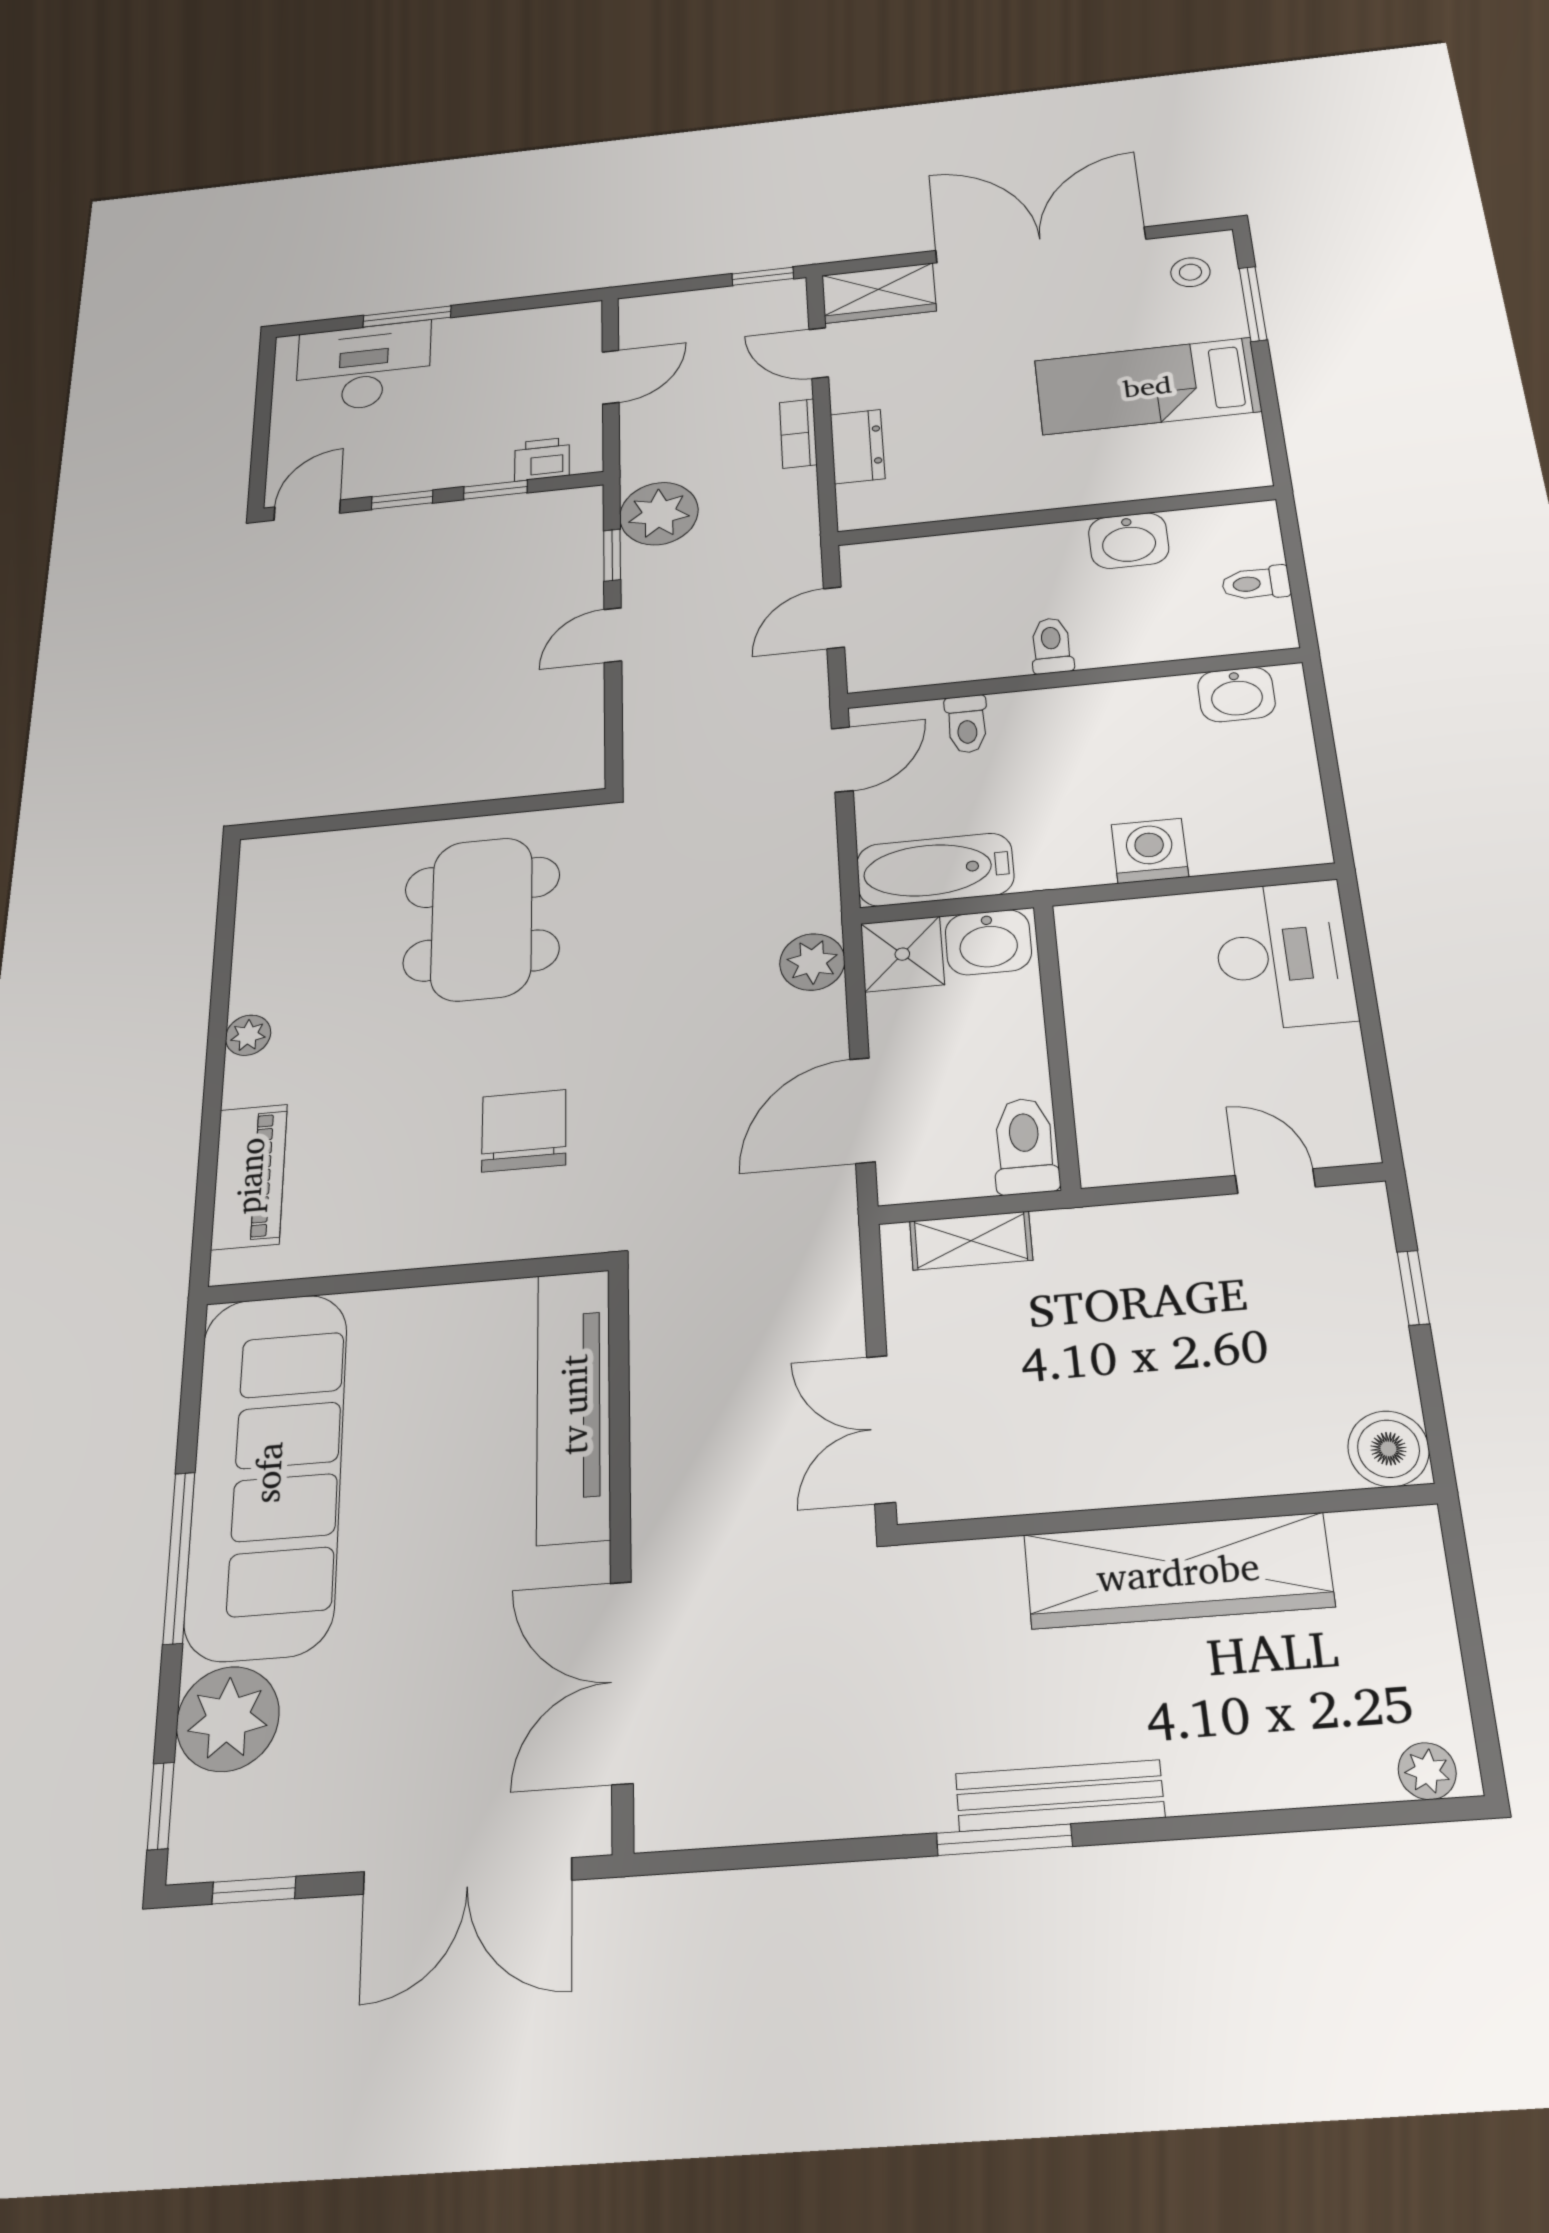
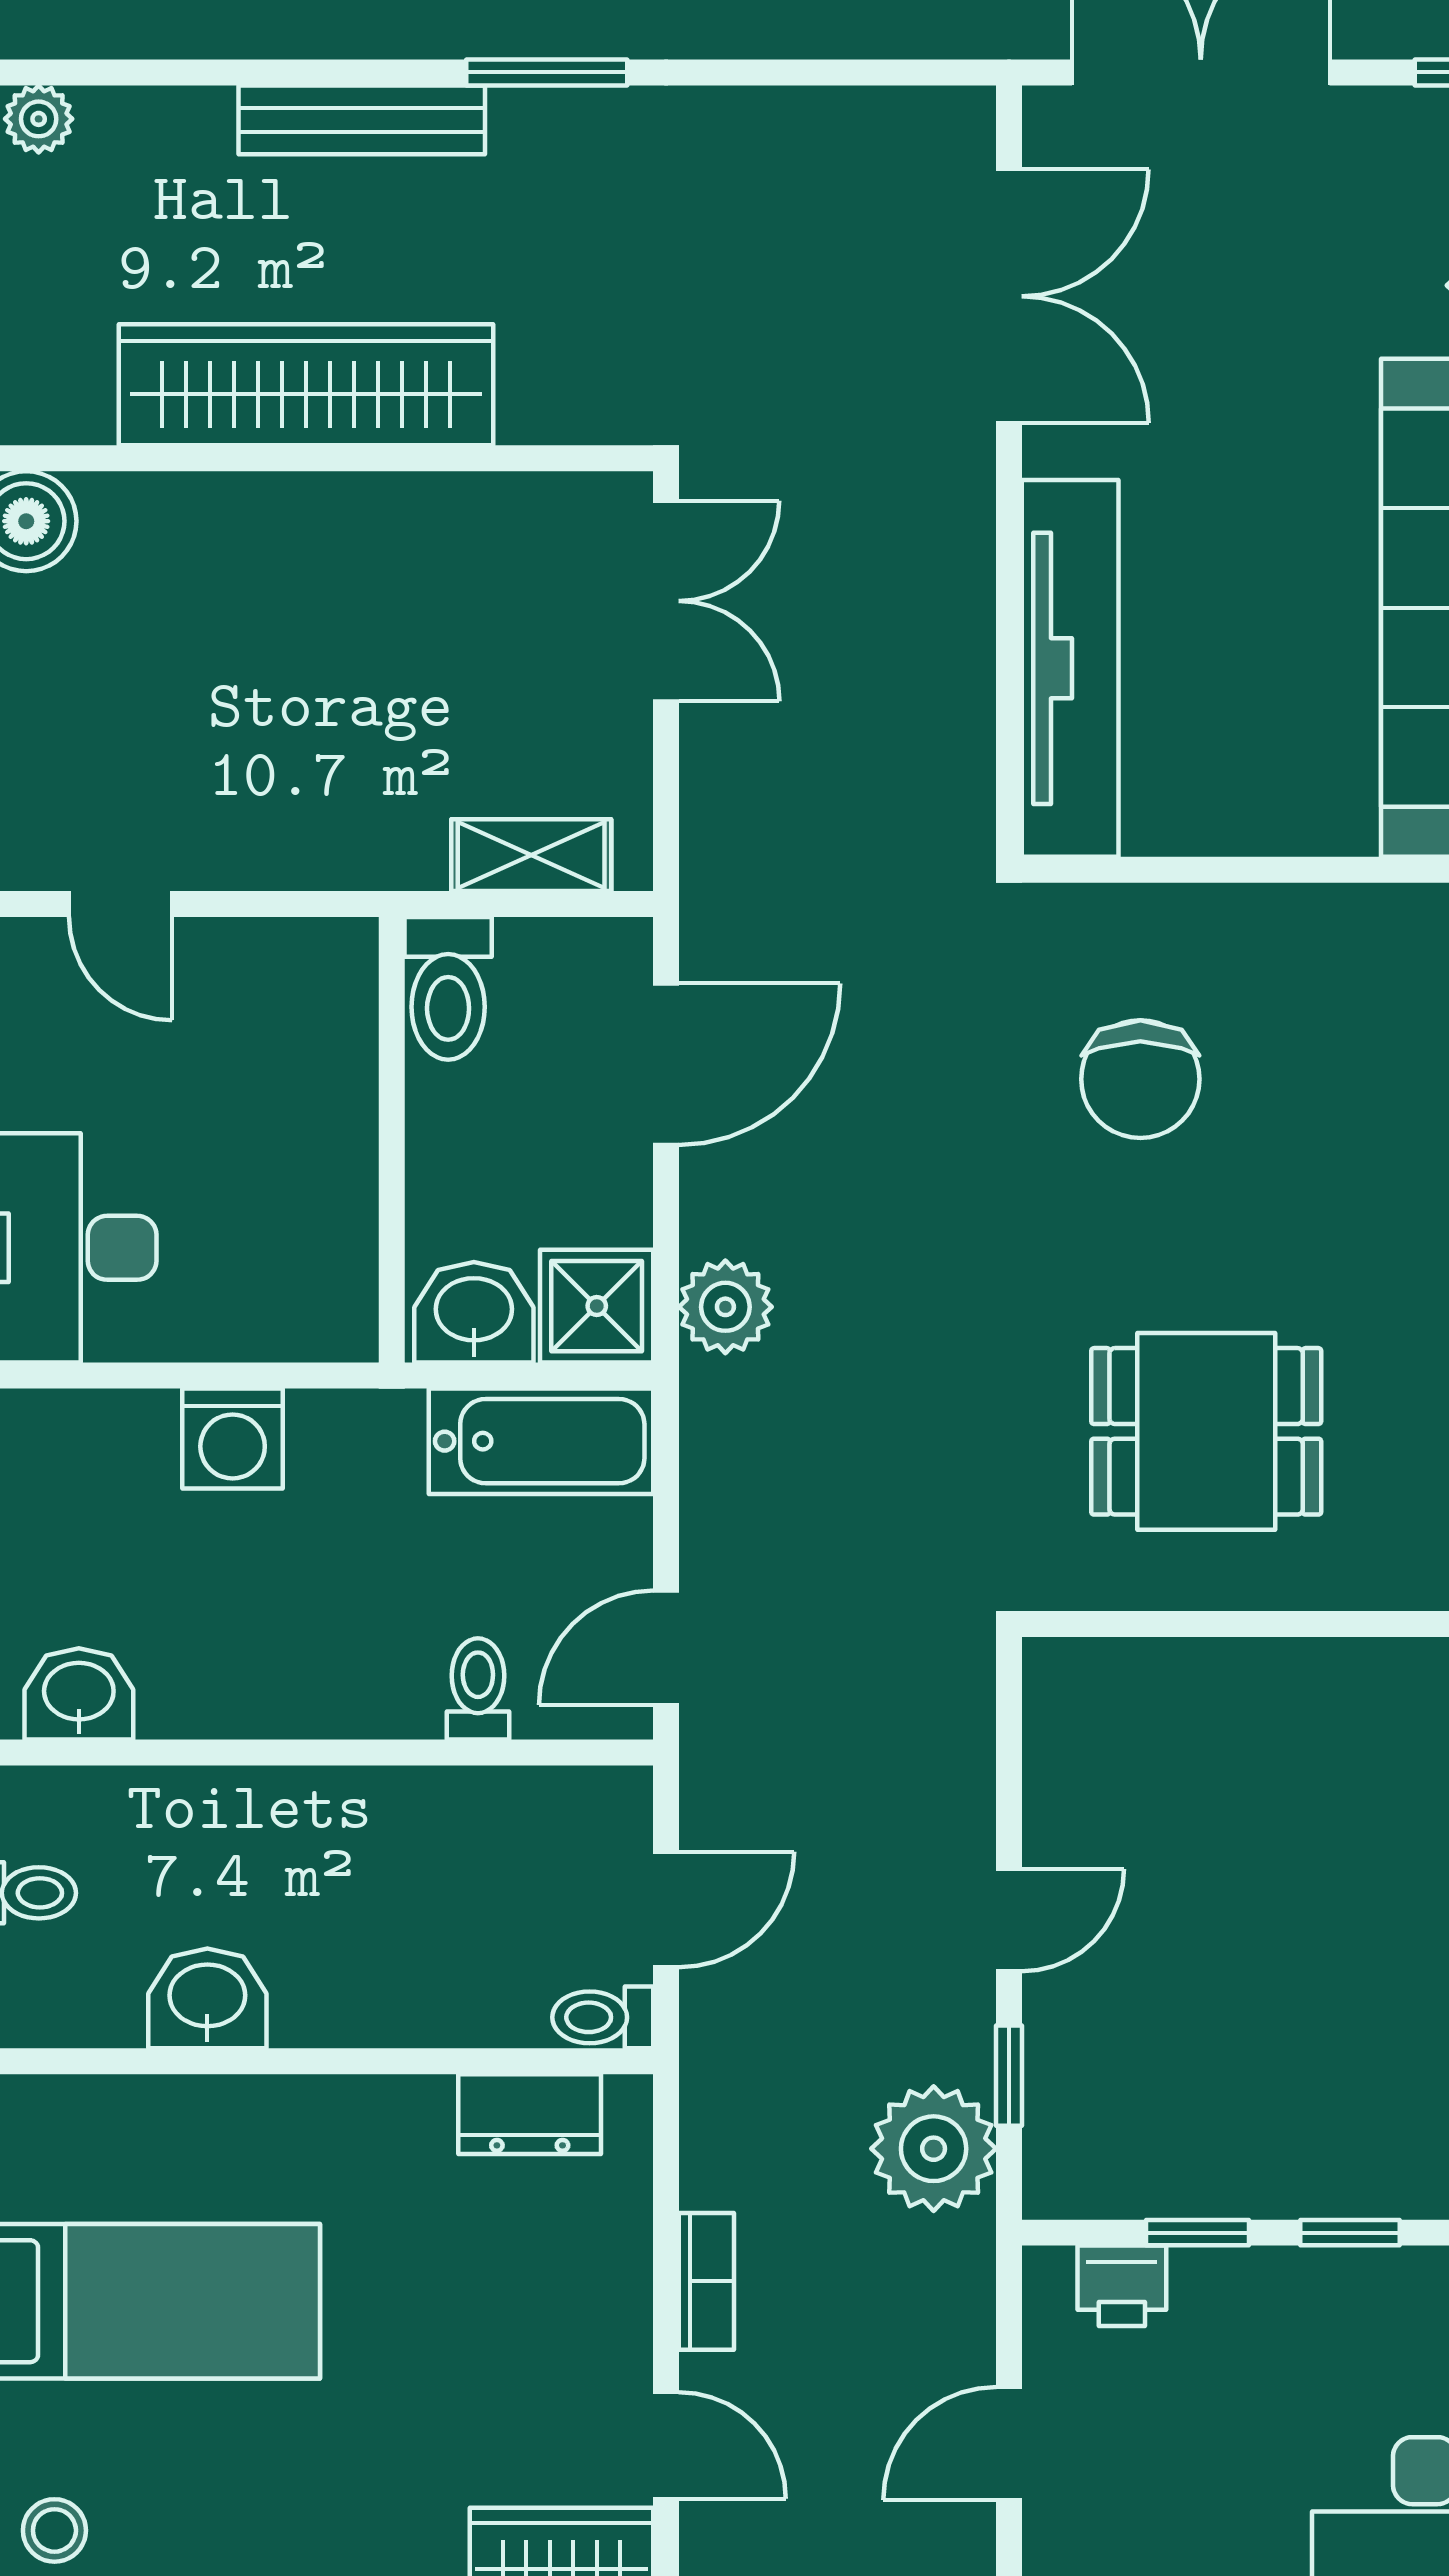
dresser: (857, 447) -> (530, 2114), moved, turned -90
toilet: (1051, 646) -> (603, 2017), moved, turned 90
dining table: (482, 919) -> (1206, 1431), width x0.73
bench: (1060, 1796) -> (362, 120), moved

